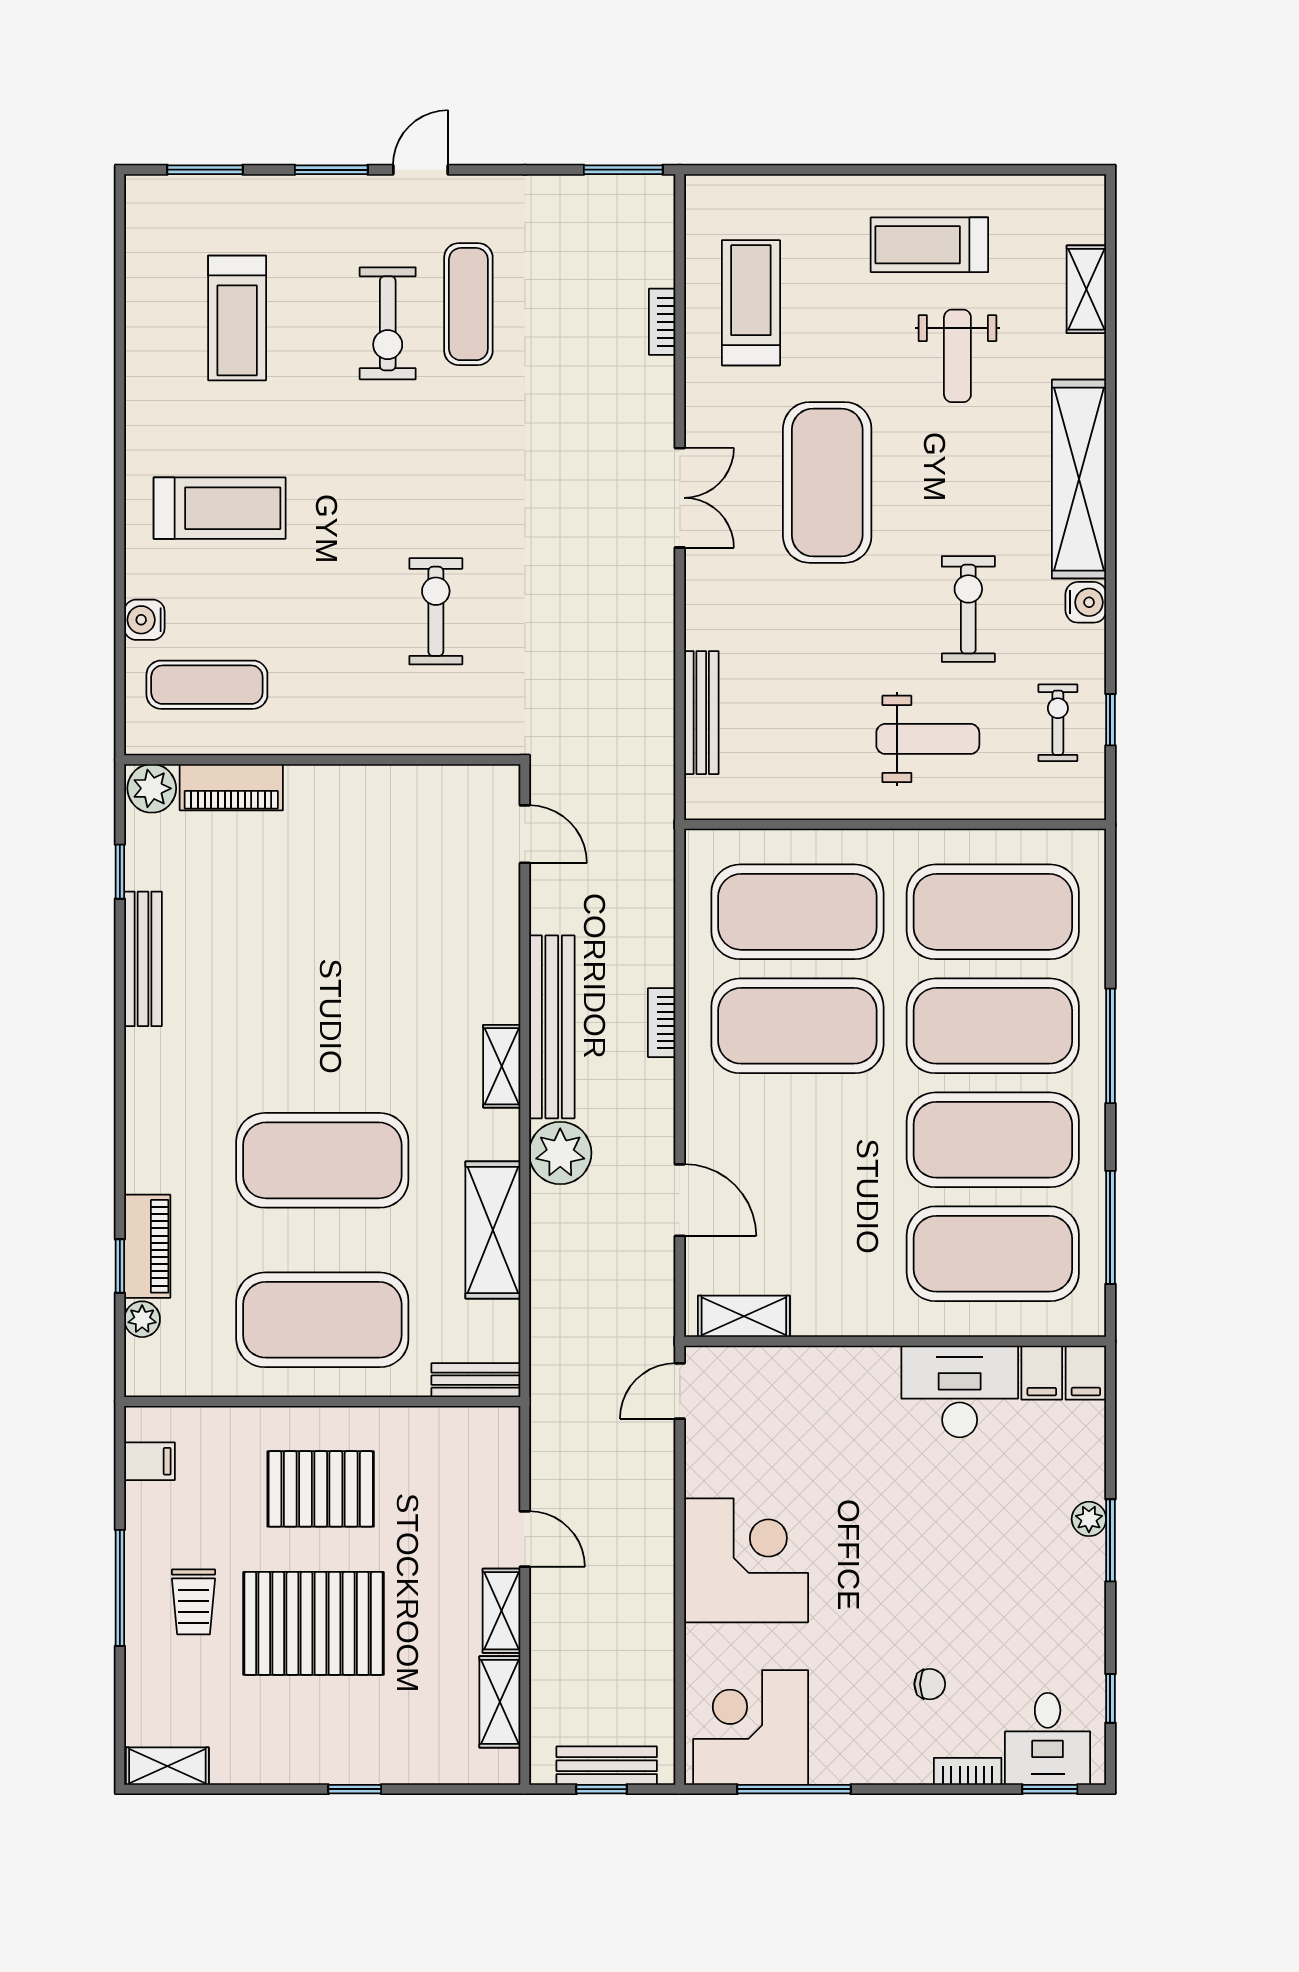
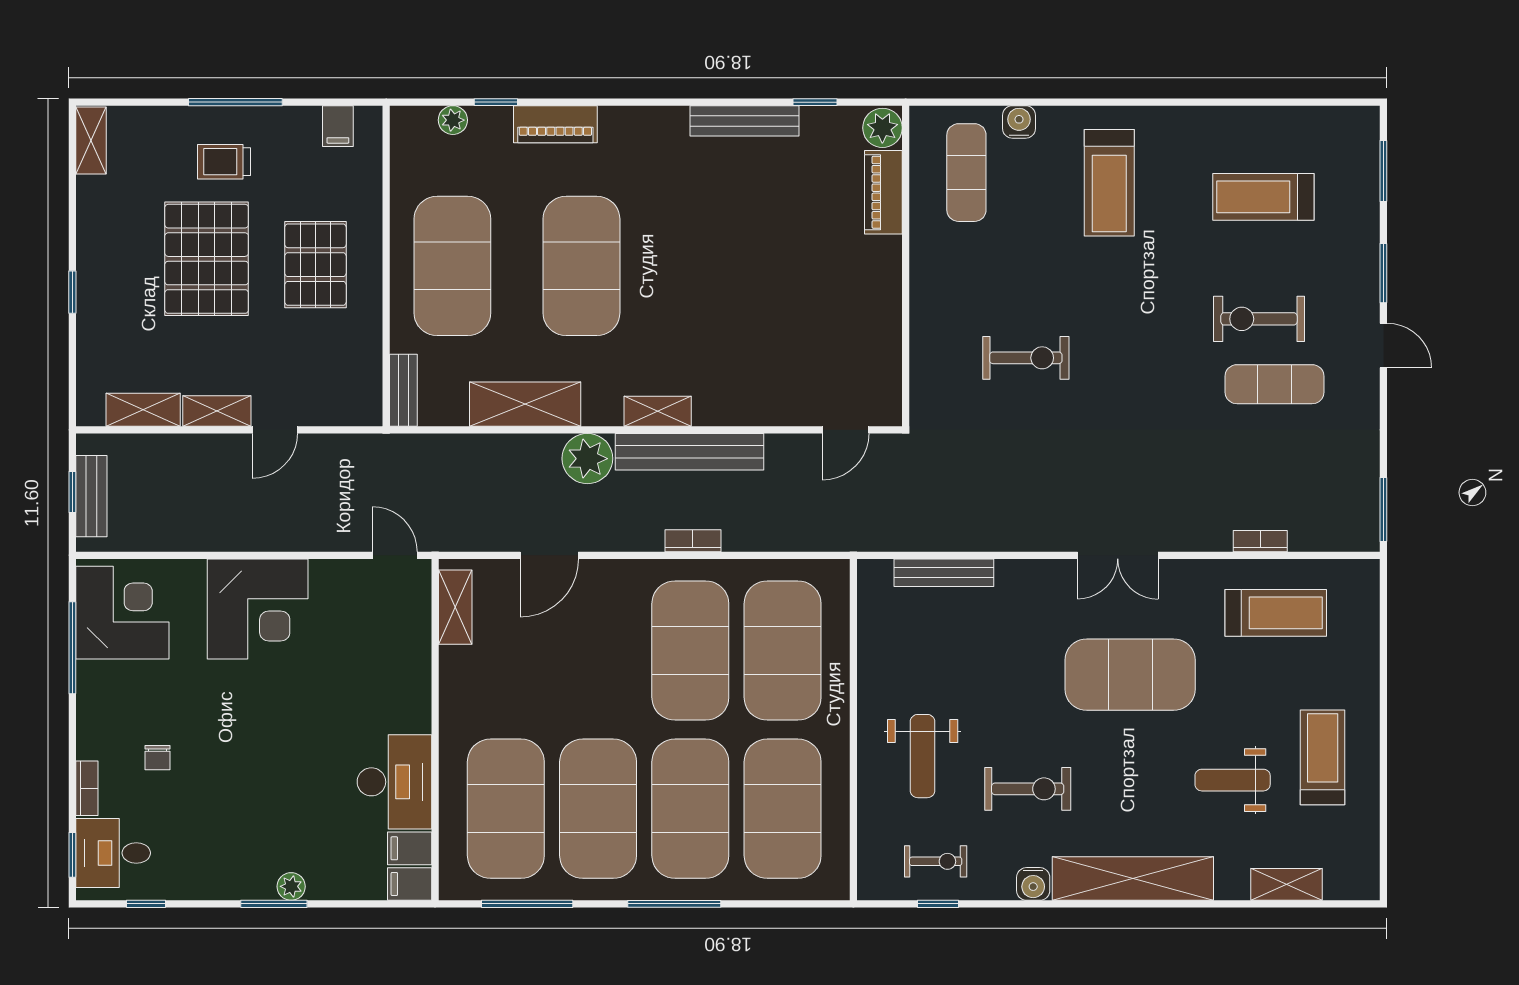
piano: (147, 1246) -> (555, 124), moved

